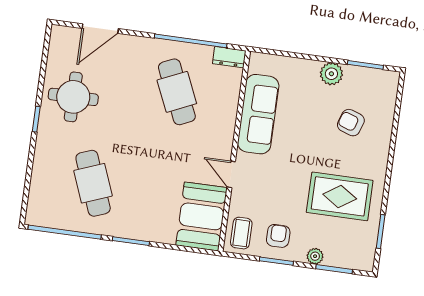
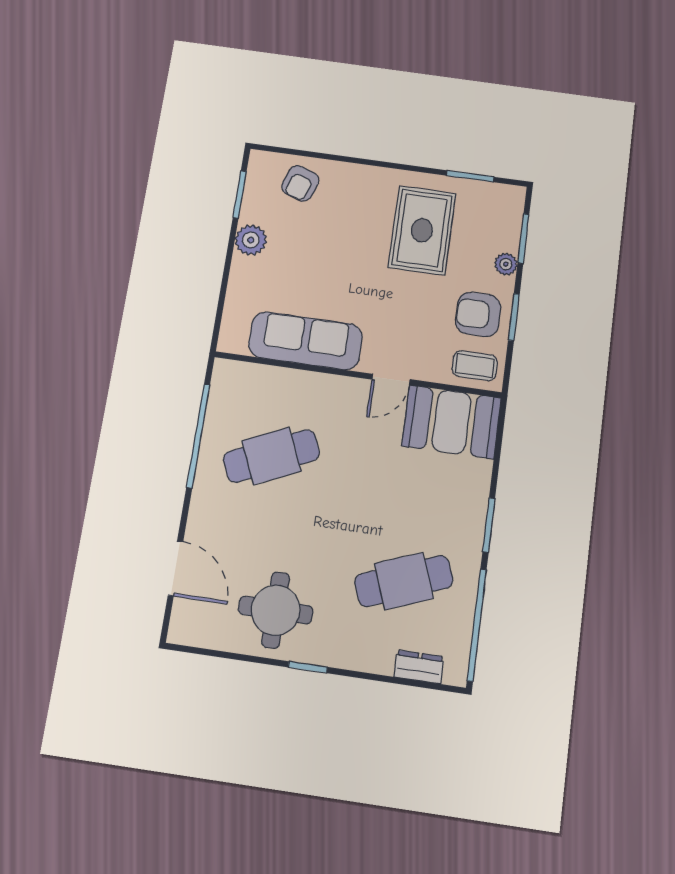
dresser: (229, 57) -> (419, 667), moved, turned -90
armchair: (351, 123) -> (300, 183), moved
armchair: (278, 236) -> (478, 314), width x1.38, depth x1.38

